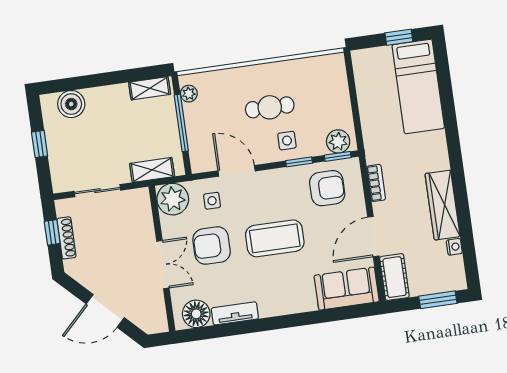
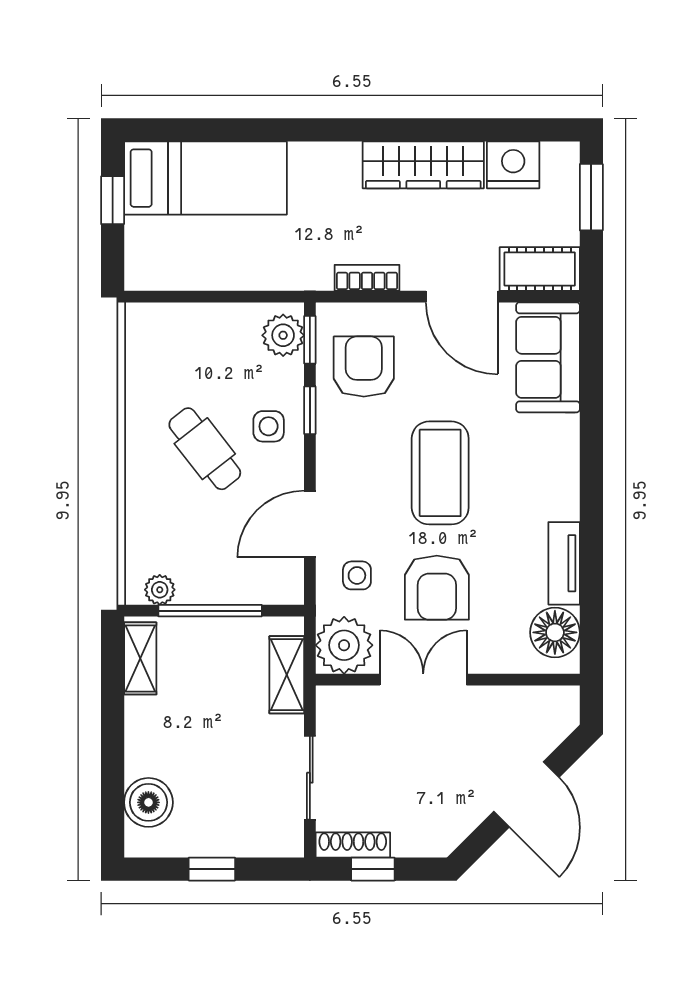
cafe table: (270, 107) -> (205, 449), turned -38
shoe rack: (66, 238) -> (353, 845), moved
nightstand: (454, 247) -> (513, 165), width x1.89, depth x1.79
double door: (163, 265) -> (423, 680), moved

